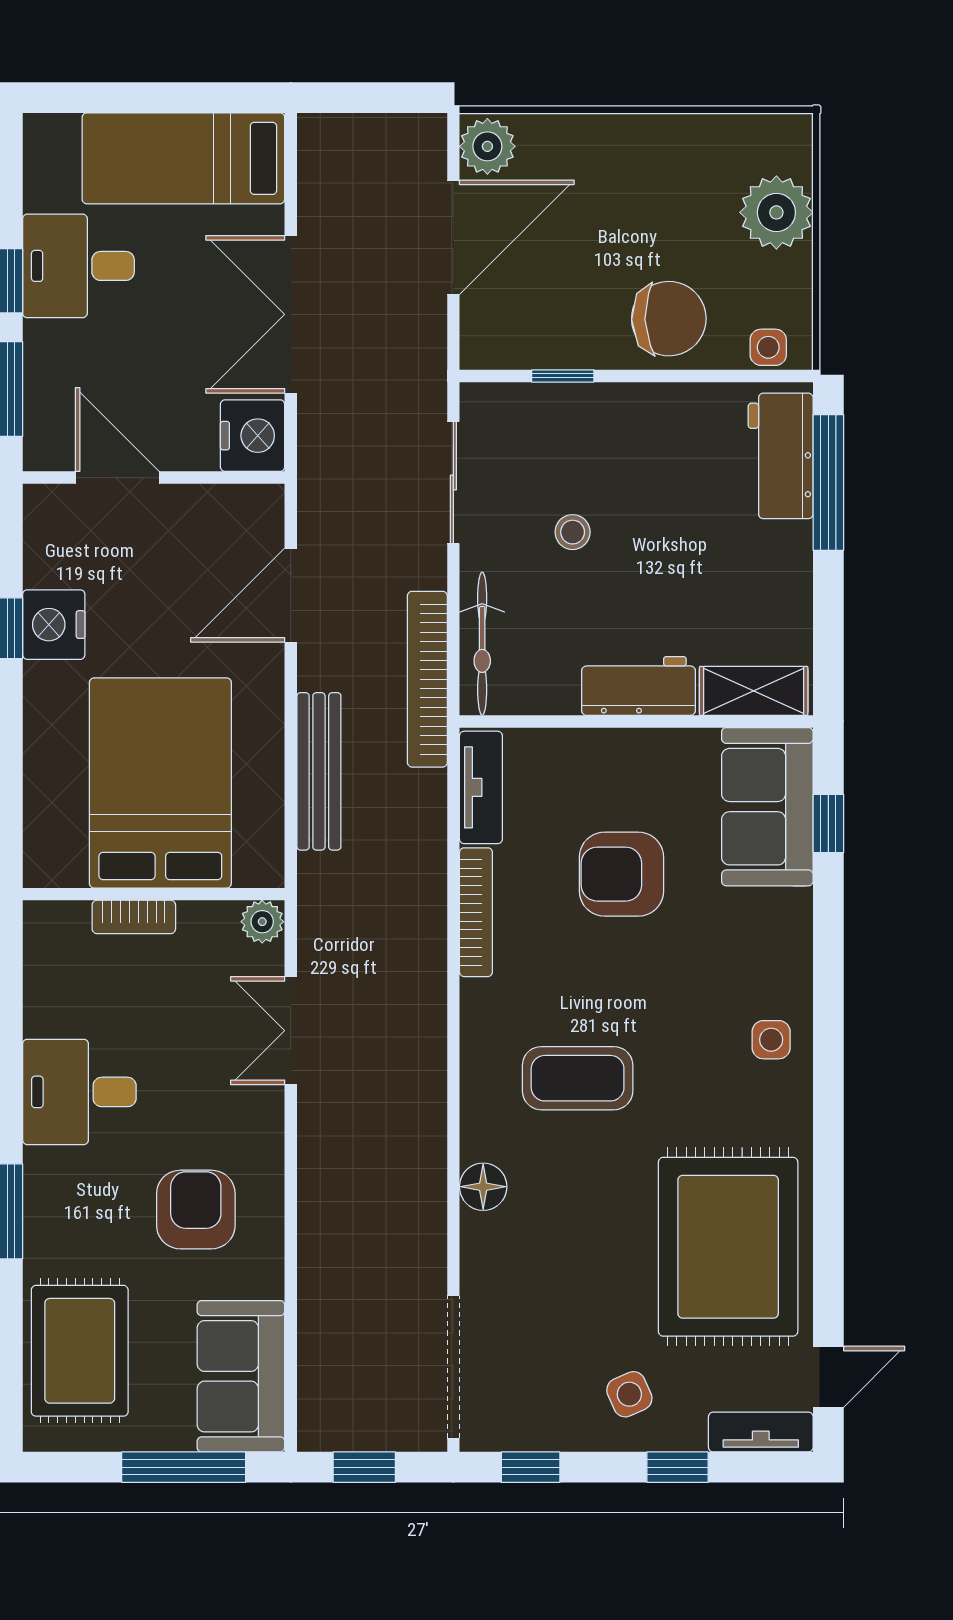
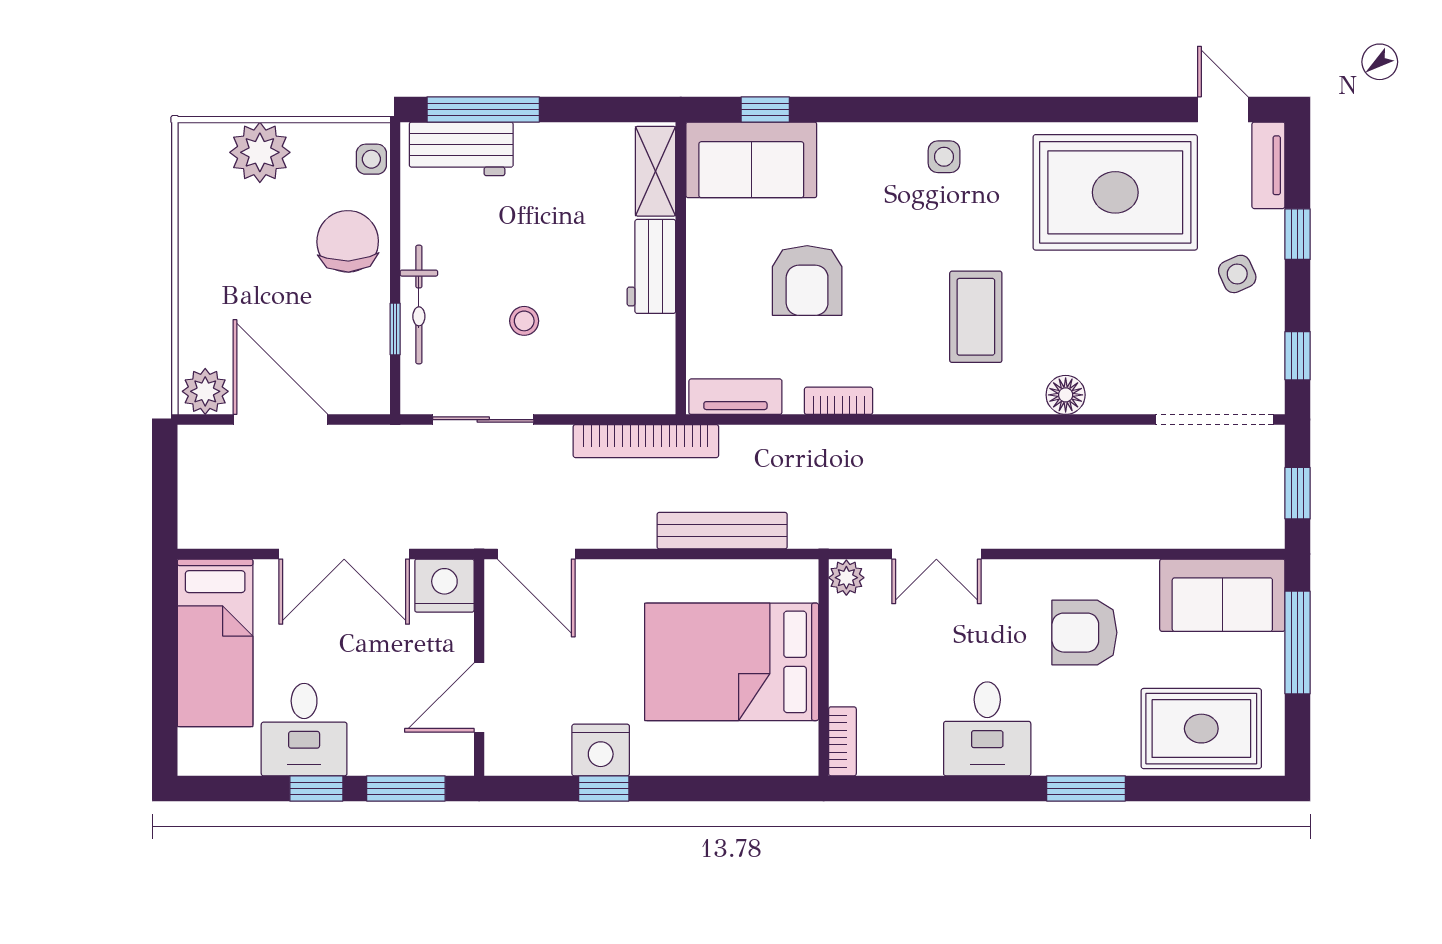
door: (291, 595) -> (536, 554), moved
bicycle: (482, 644) -> (419, 304), moved, turned 90
bookcase: (476, 912) -> (839, 401), width x0.64
bookcase: (134, 917) -> (842, 741), moved

